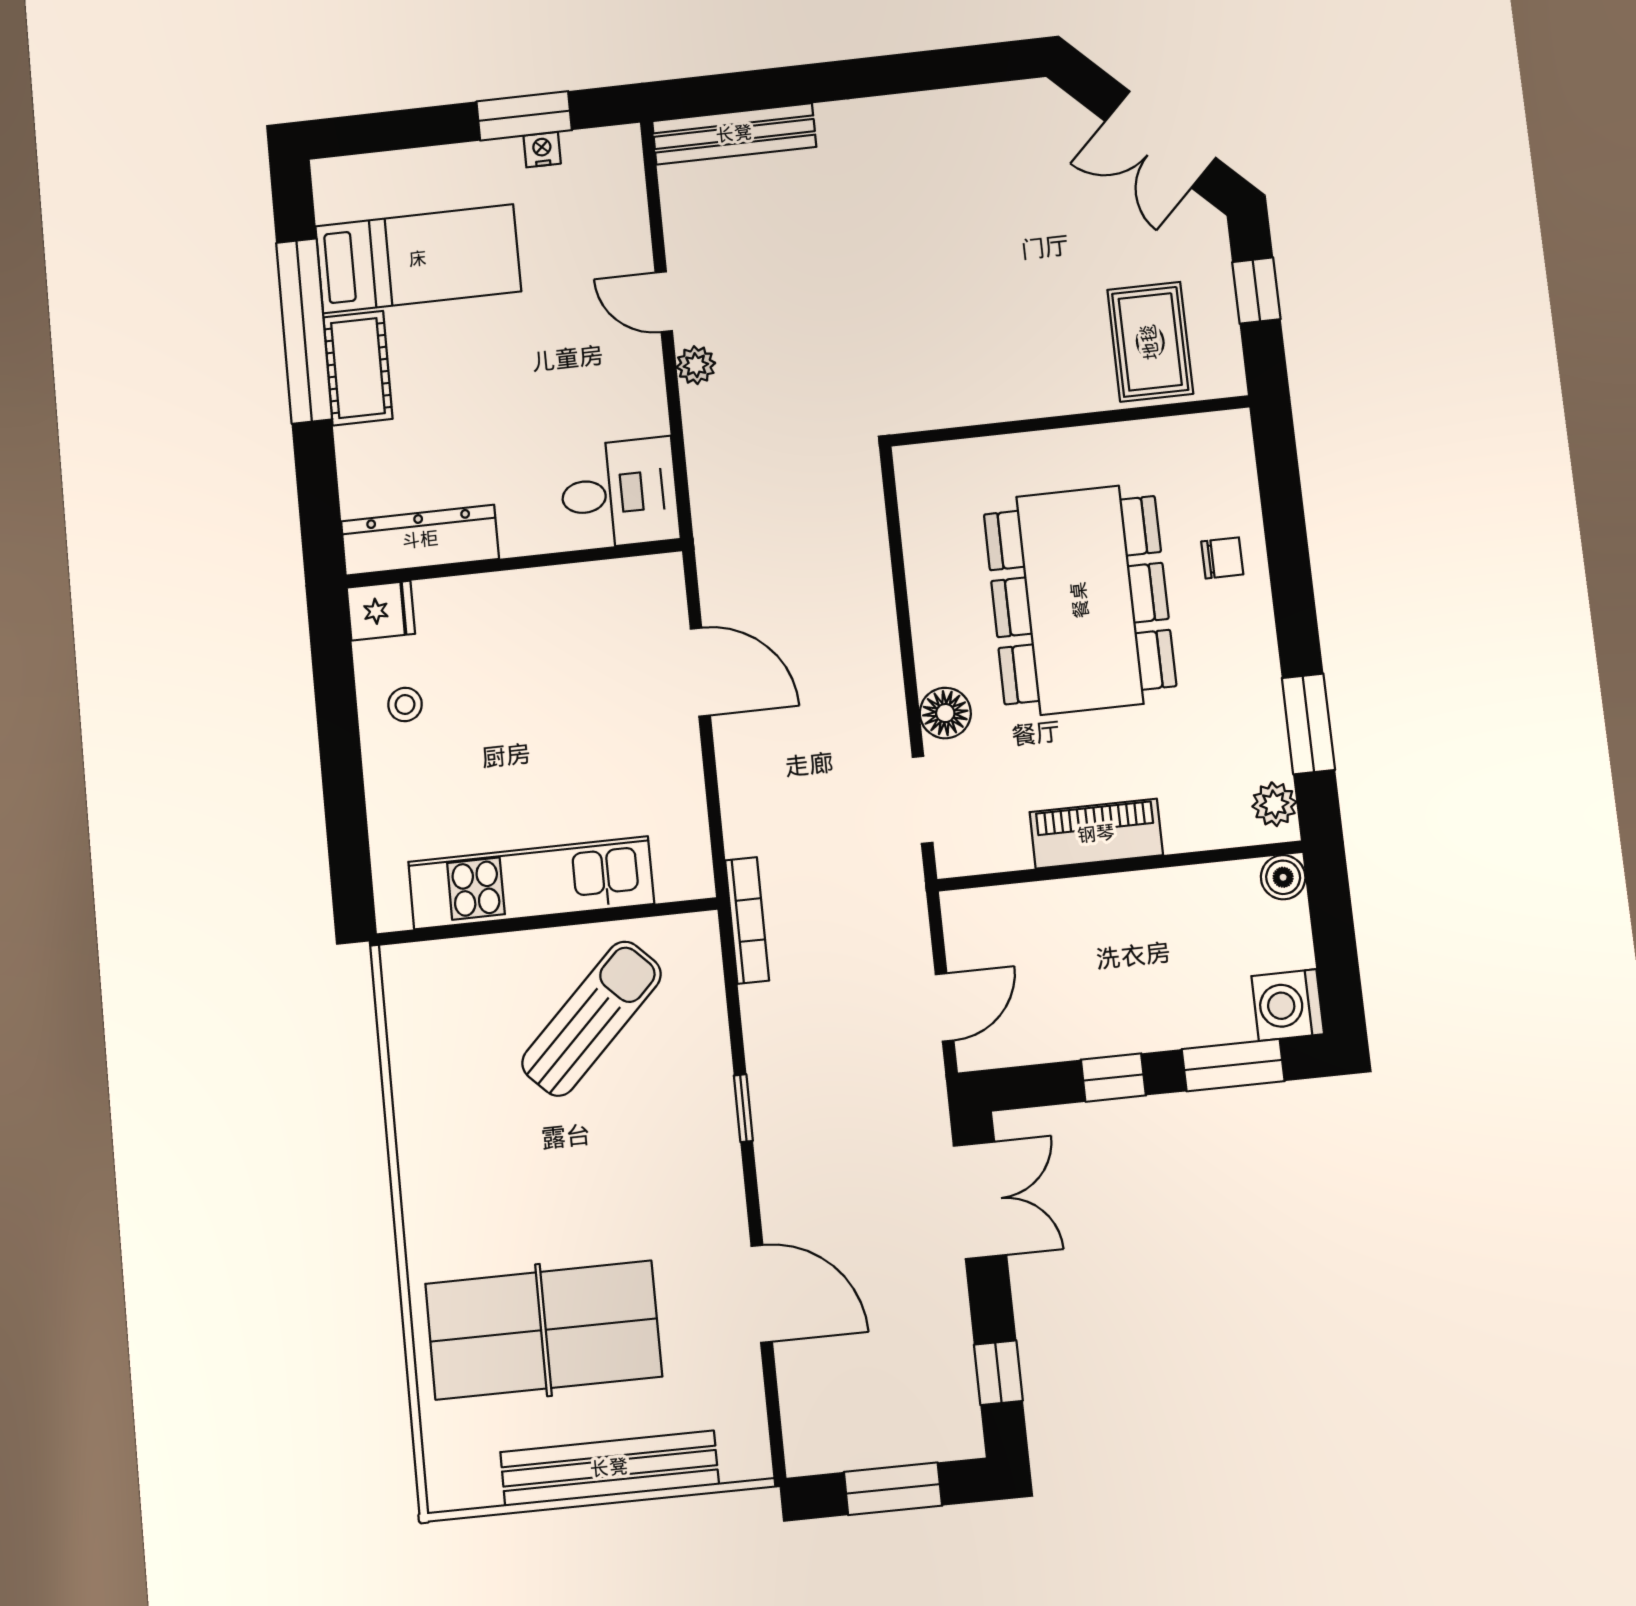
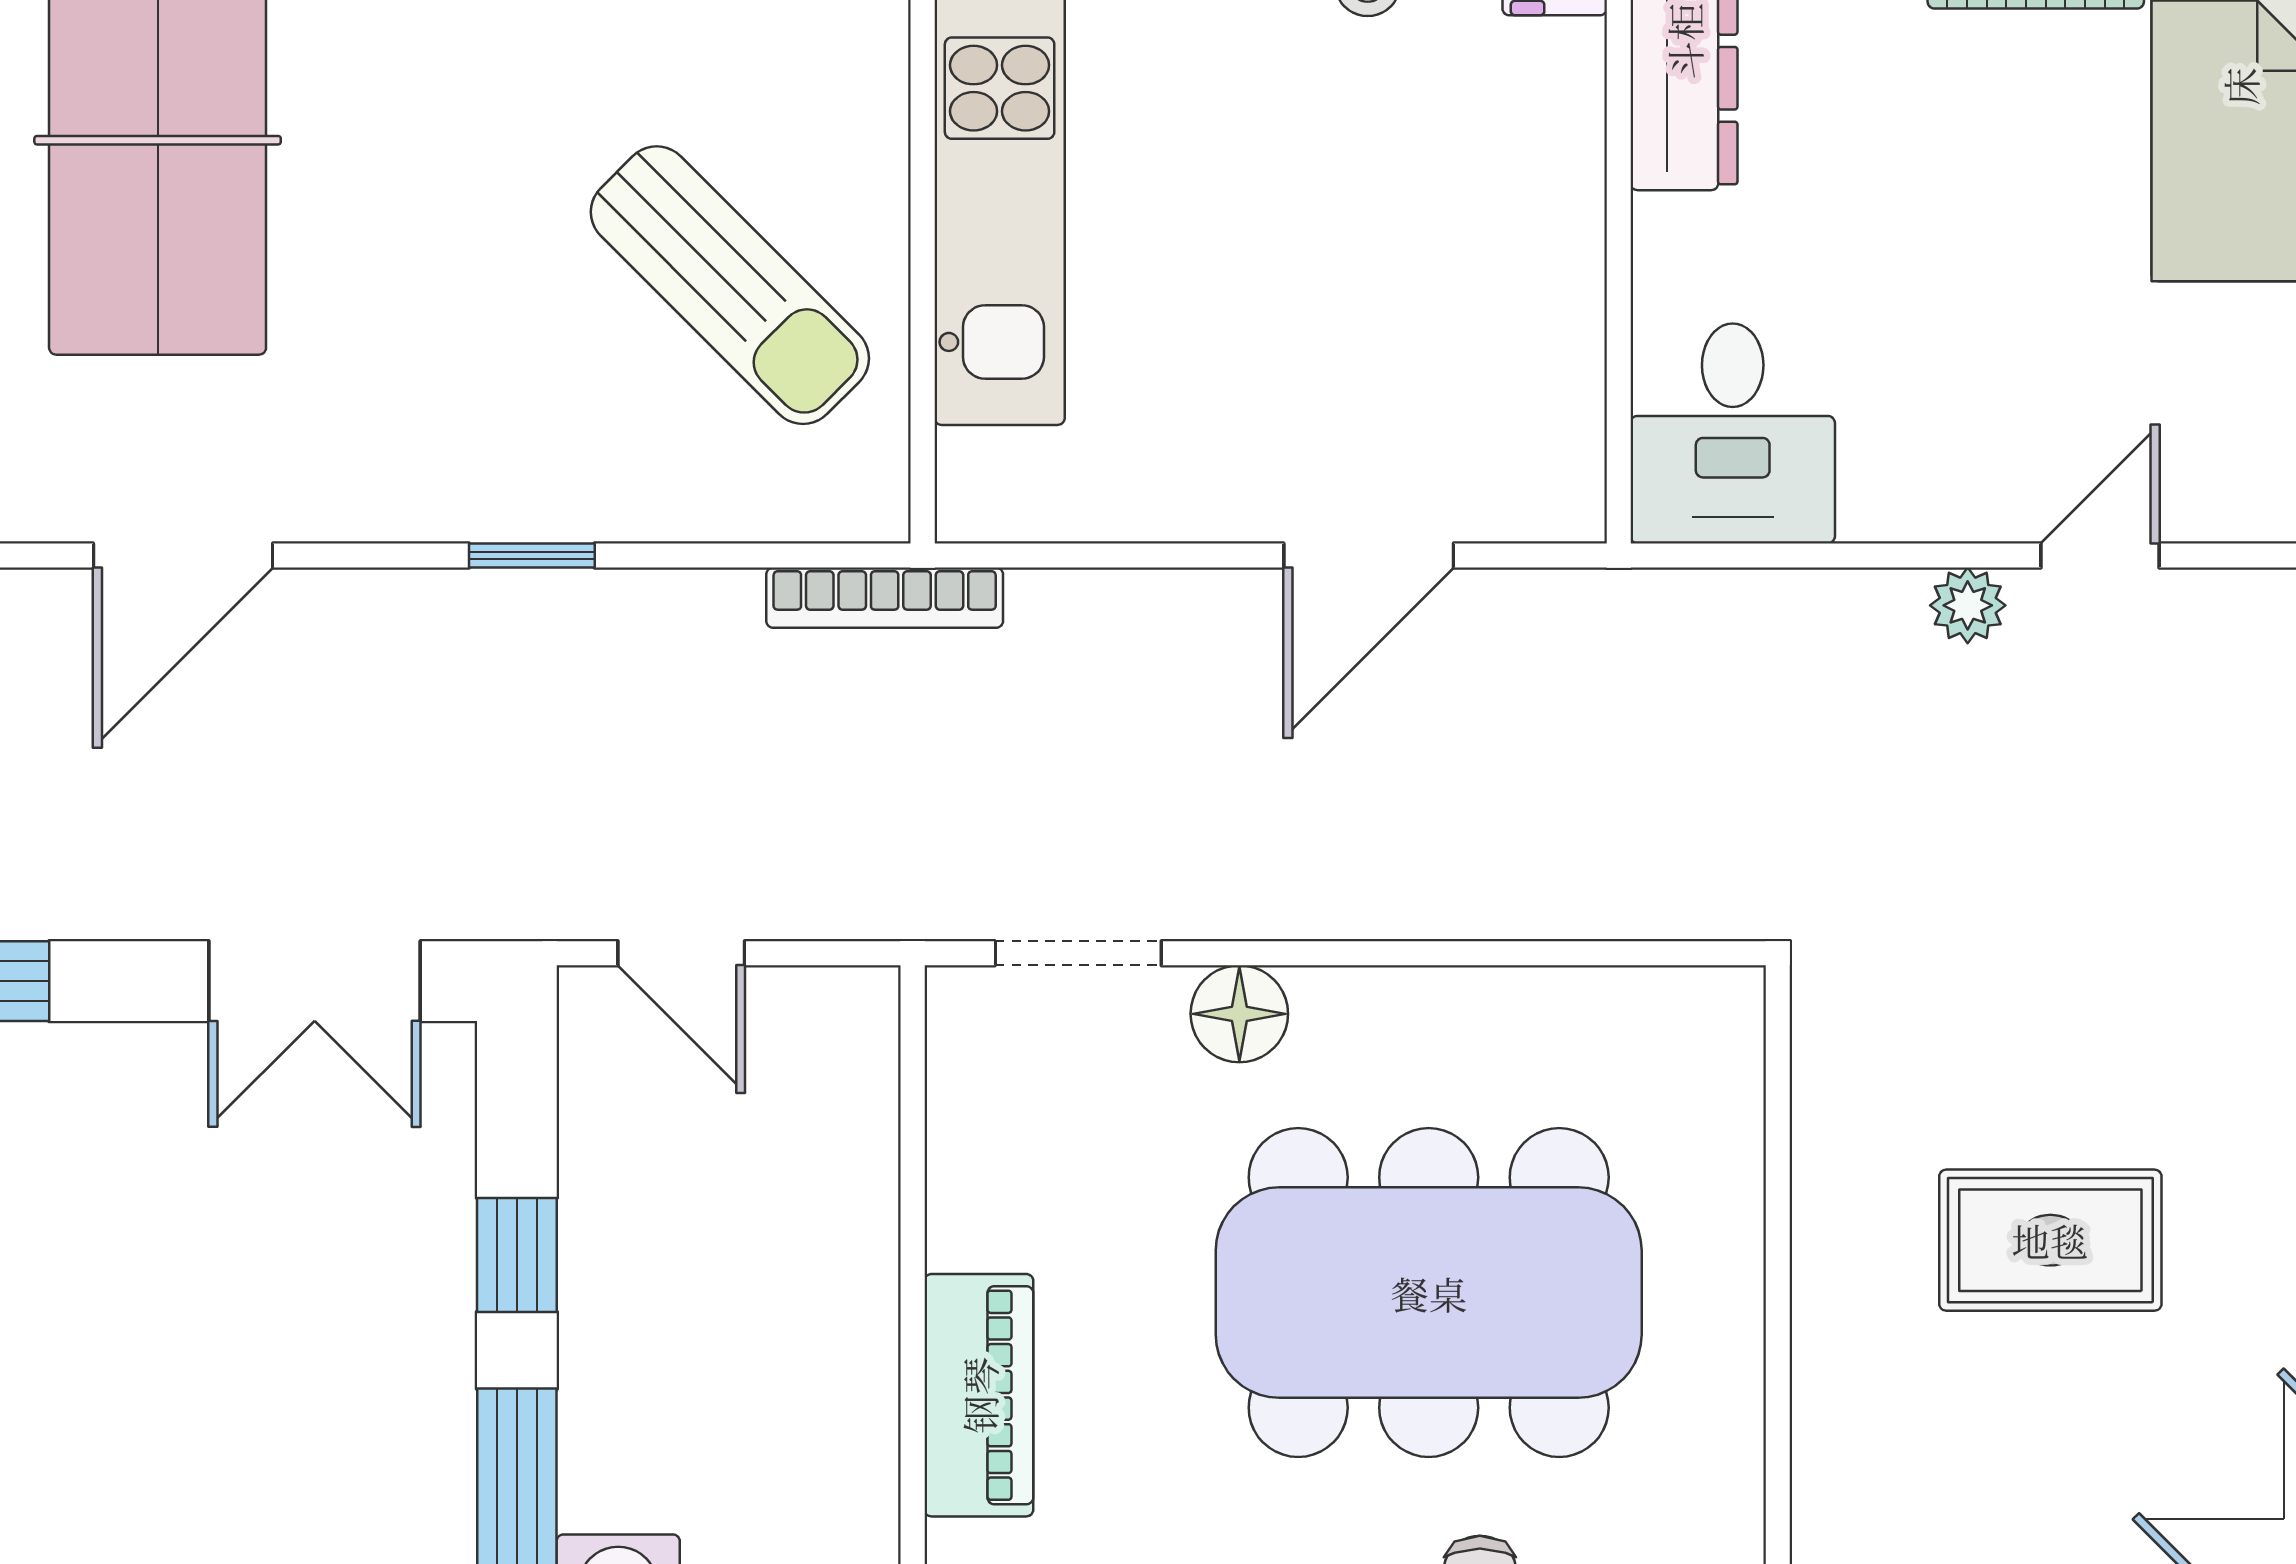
rug: (1150, 342) -> (2050, 1240), moved
piano: (1096, 834) -> (979, 1395), moved

